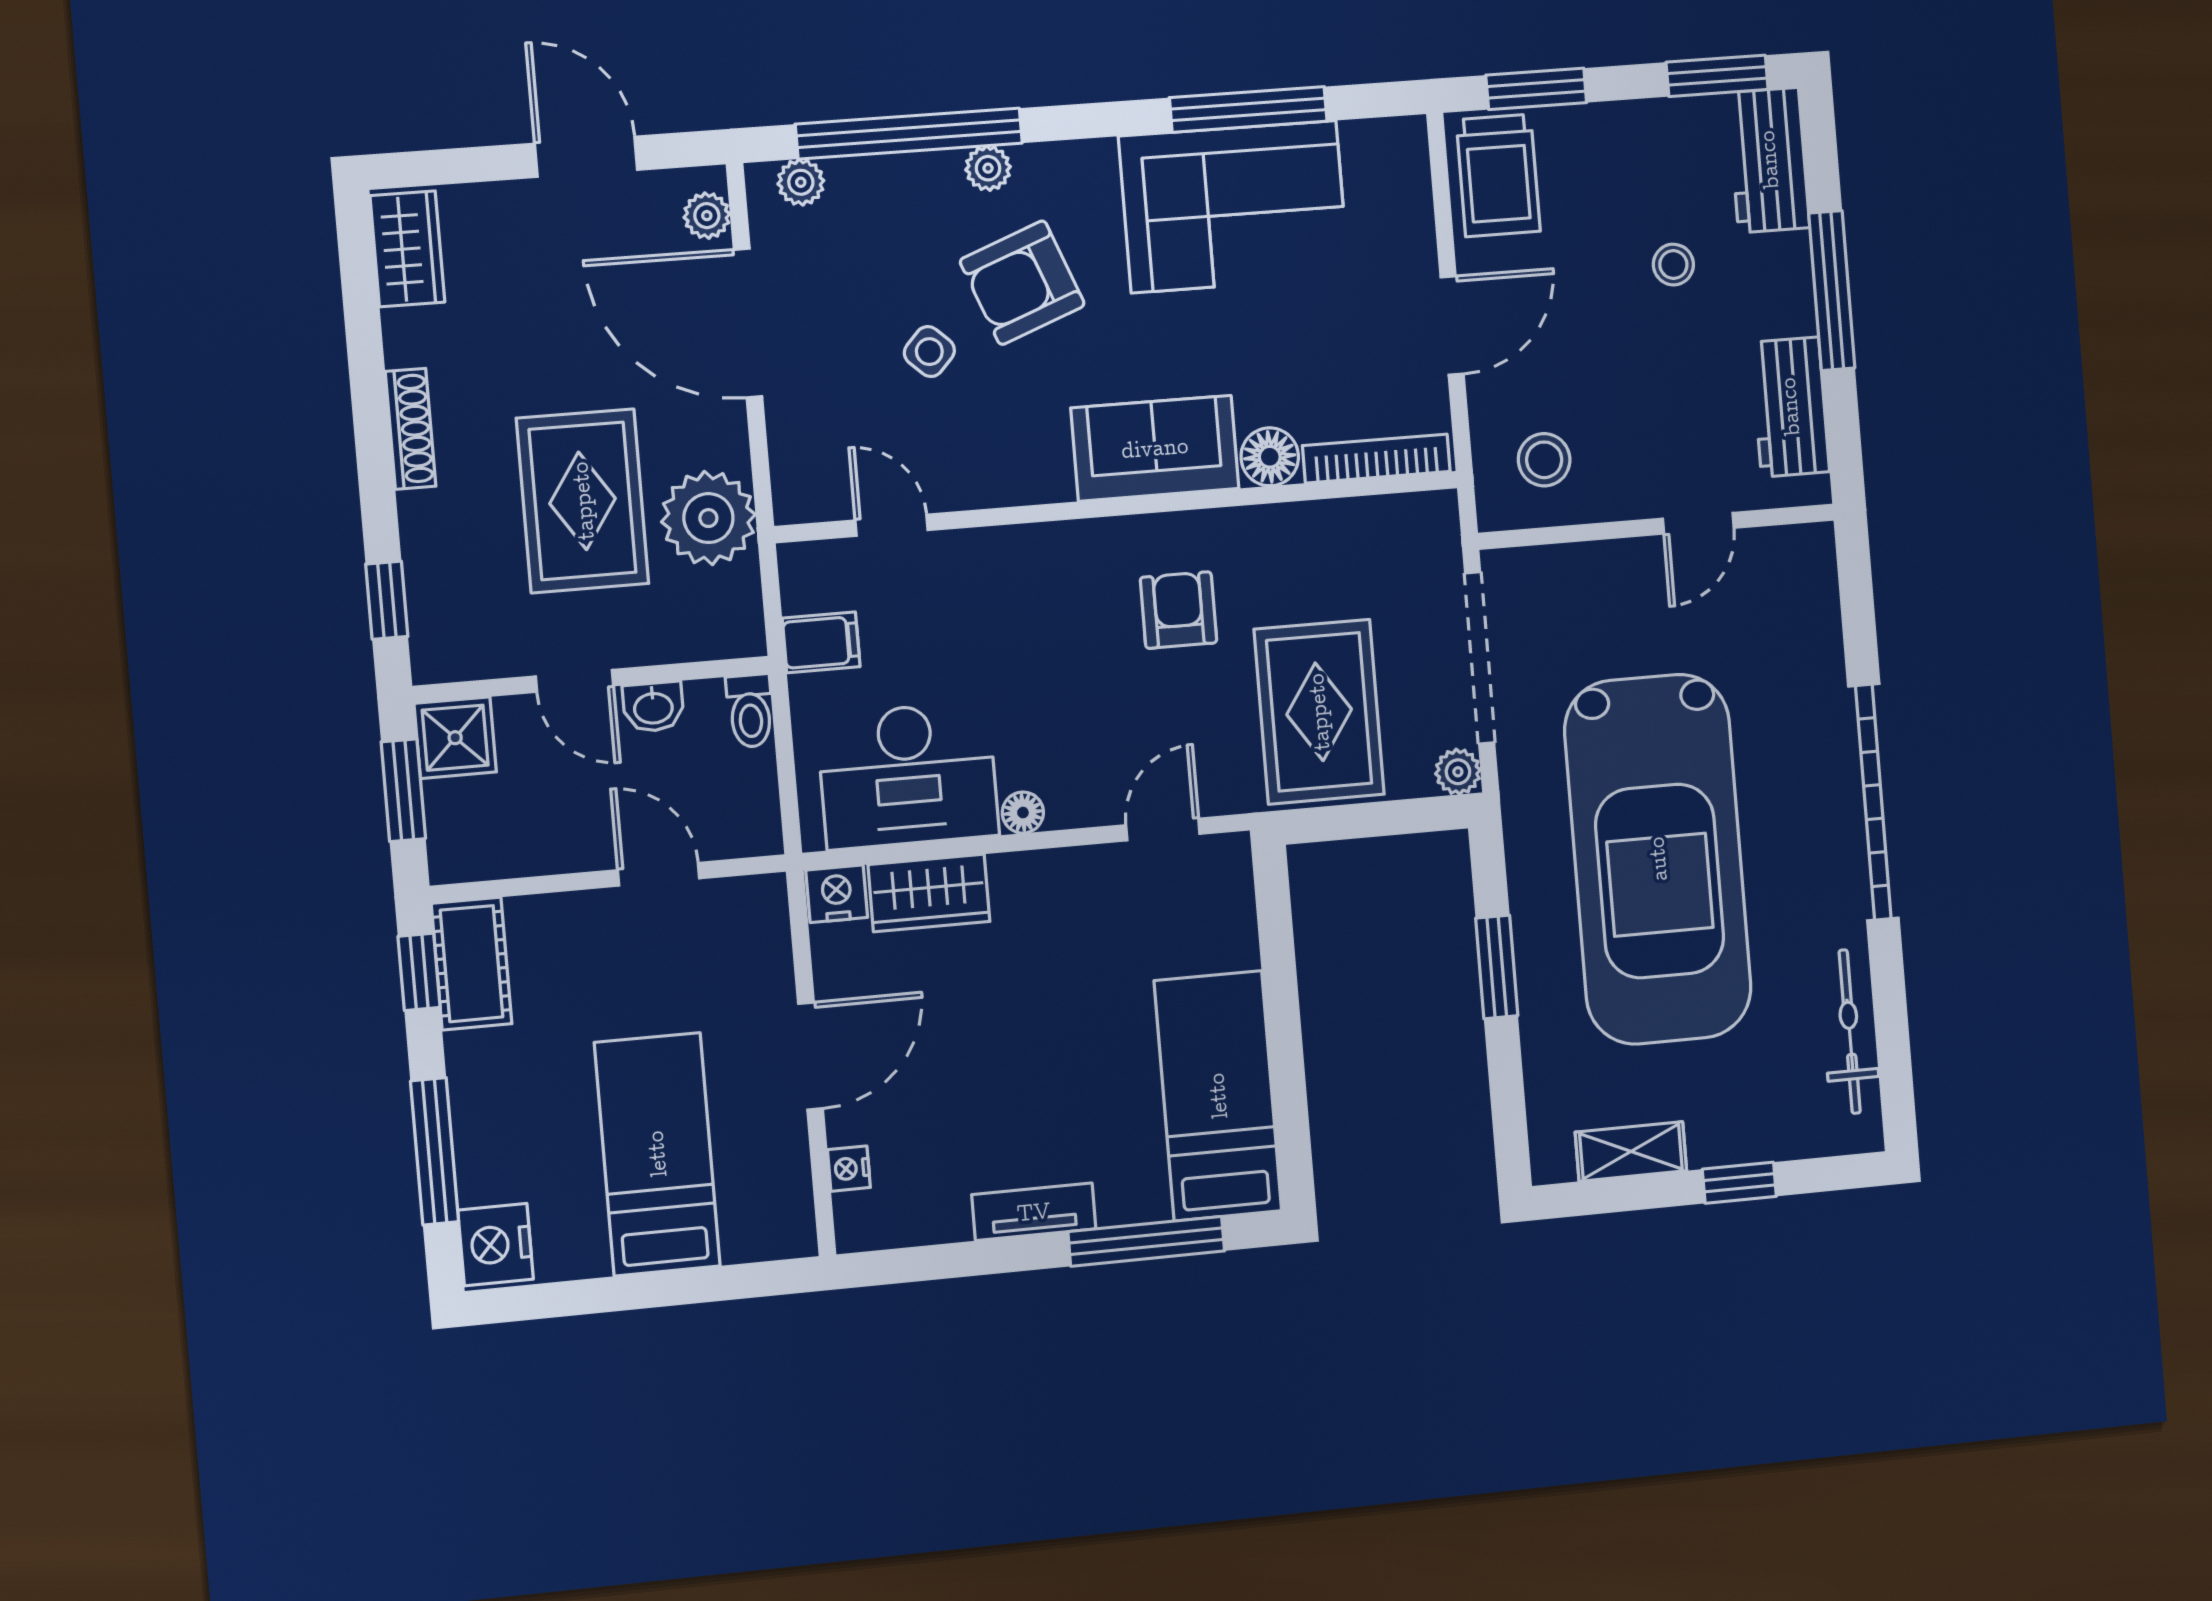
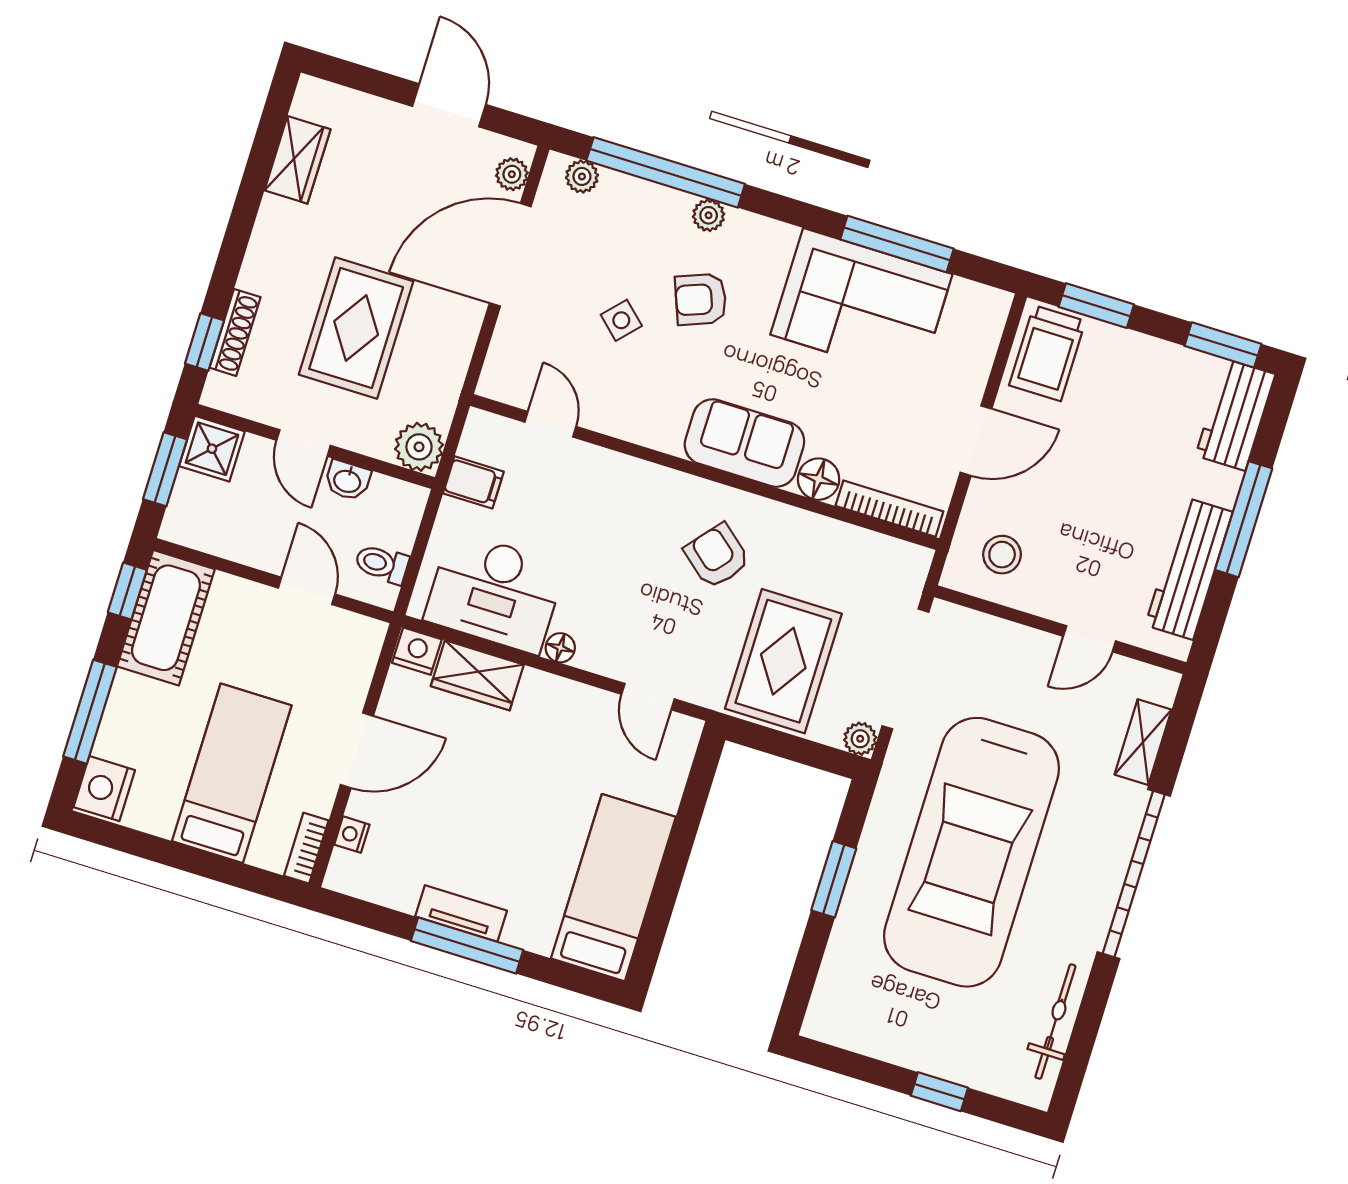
wardrobe: (407, 249) -> (297, 160), moved
stool: (1673, 265) -> (1142, 459), removed
armchair: (1022, 283) -> (701, 299), width x0.72, depth x0.72
door: (748, 323) -> (510, 255), hinge flipped
workbench: (1790, 407) -> (1189, 568), width x1.38
shoe rack: (410, 429) -> (235, 332), moved
plant: (708, 518) -> (419, 447), moved, width x0.73, depth x0.73
armchair: (1178, 610) -> (717, 556), turned -50
toilet: (750, 711) -> (382, 564), moved, turned 90
door: (1163, 830) -> (648, 697), swing flipped
cot: (472, 964) -> (166, 618), width x1.37, depth x1.34
shelving: (1631, 1151) -> (1143, 742), moved, turned 90
bookcase: (796, 1211) -> (306, 848), added
window: (1146, 1241) -> (467, 945), moved

